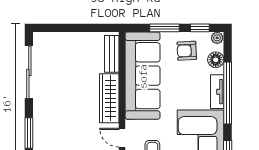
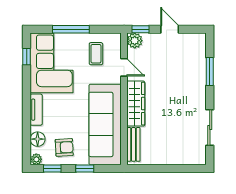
window: (165, 28) -> (85, 168), width x0.67
sliding door: (29, 72) -> (210, 127), width x0.73
window: (228, 93) -> (27, 108), removed

